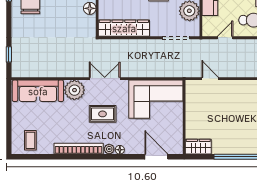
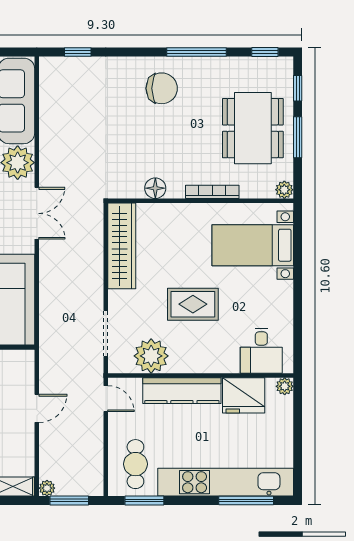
door: (225, 38) -> (106, 399), moved
door: (210, 79) -> (37, 408), moved

